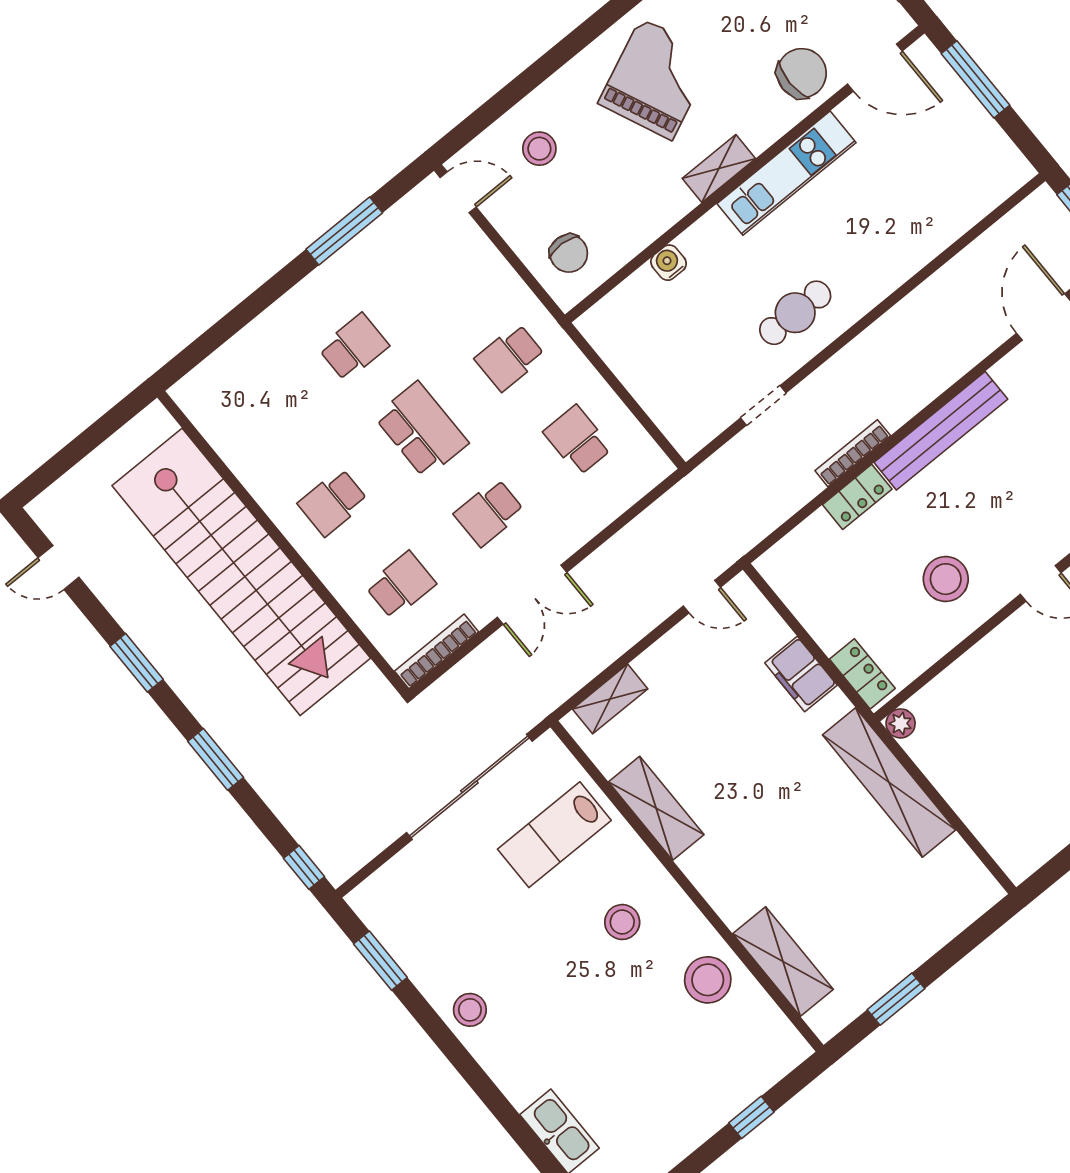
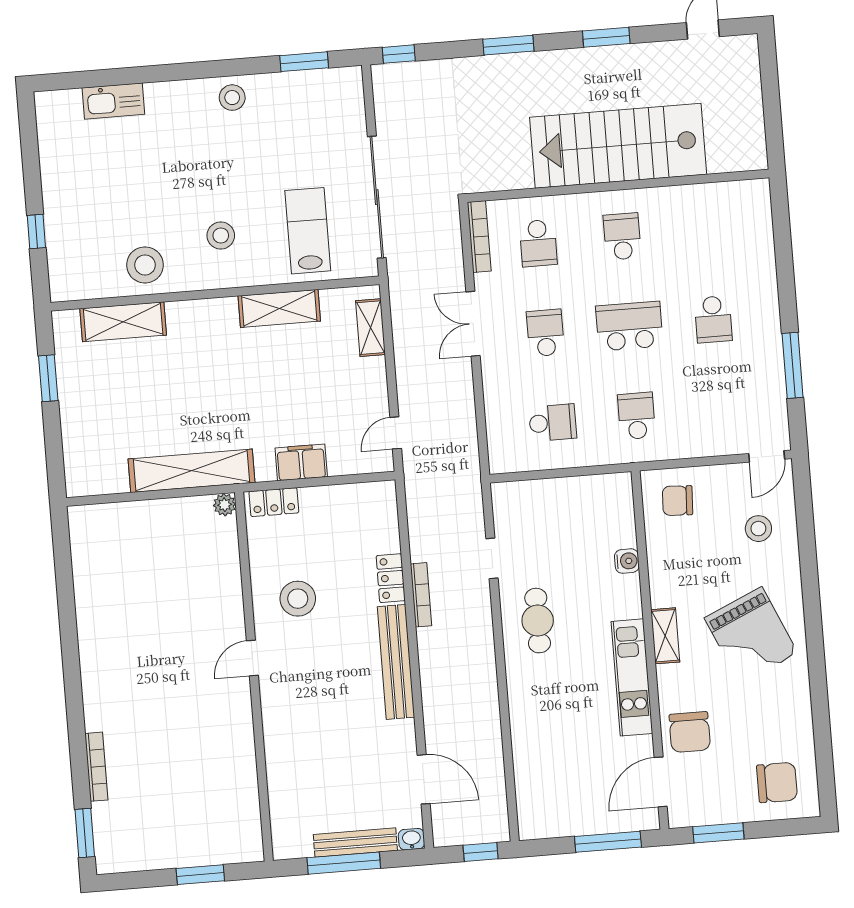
school desk: (421, 430) -> (629, 326), turned 180
stairs: (241, 572) -> (618, 146), width x0.73

